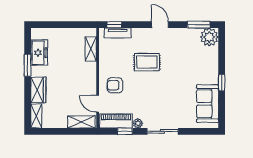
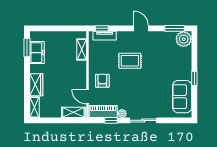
window: (28, 65) -> (27, 47), moved
armchair: (115, 85) -> (102, 81), turned 90

